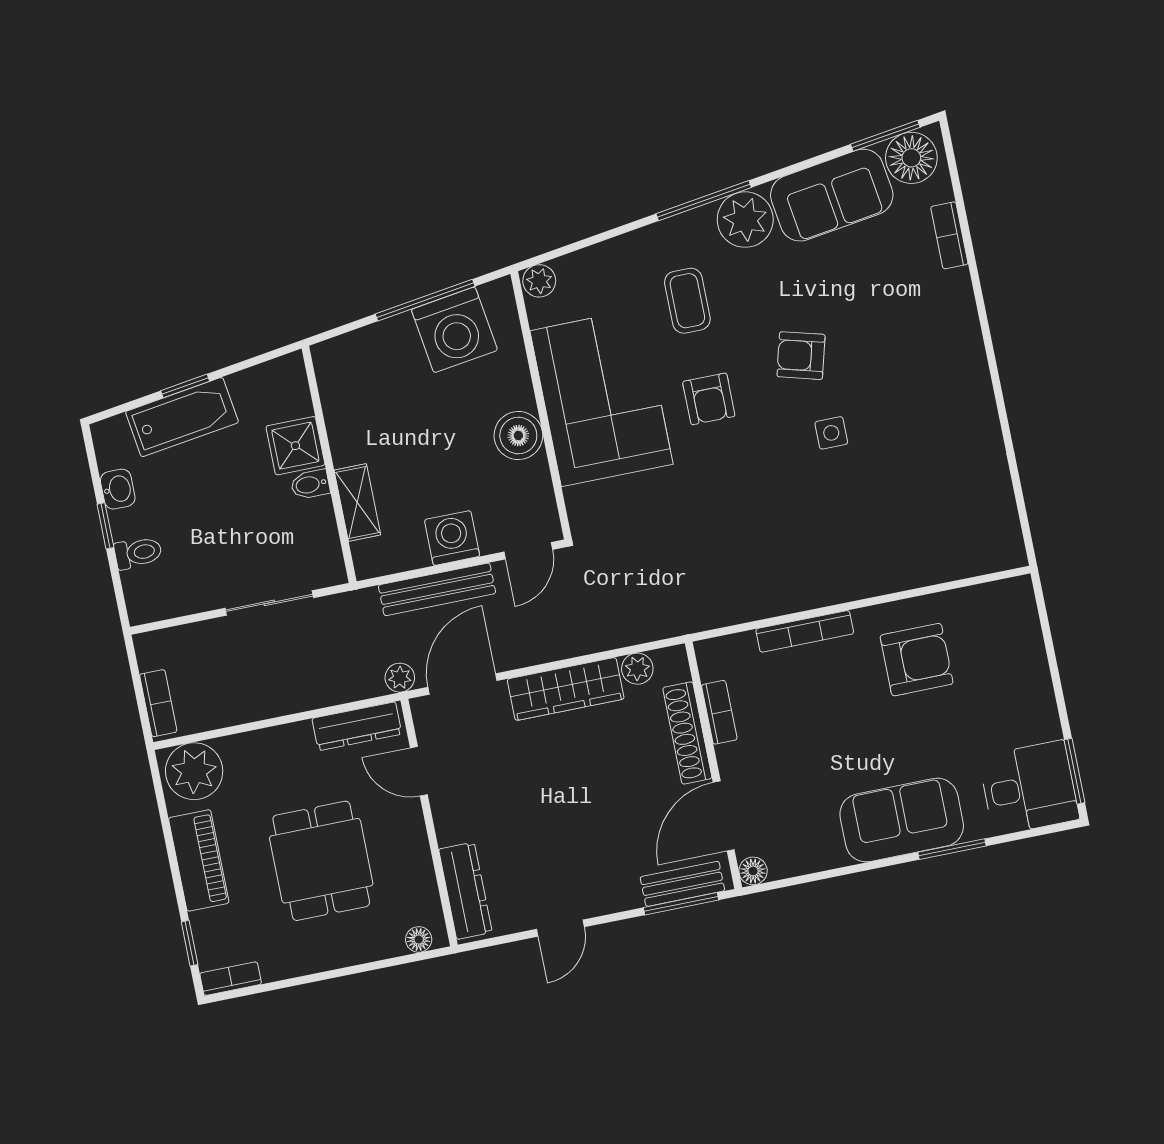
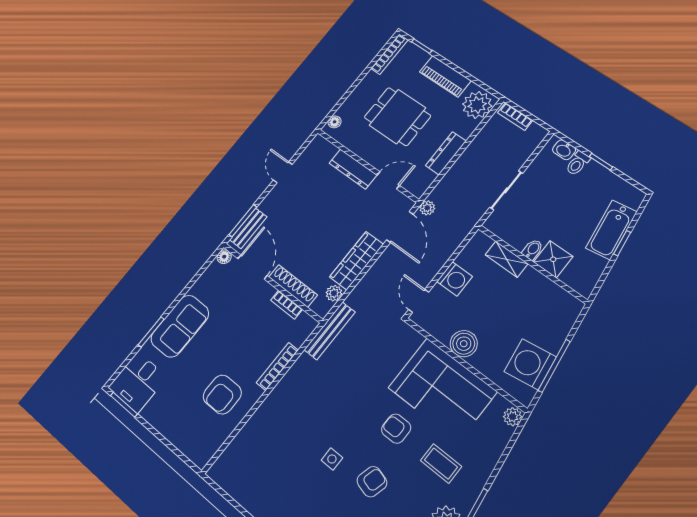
washbasin: (118, 489) -> (564, 150), moved
bench: (437, 589) -> (330, 331), moved
dresser: (357, 726) -> (446, 153), moved
dresser: (465, 891) -> (353, 169), moved
bookcase: (231, 979) -> (389, 54), width x1.56

